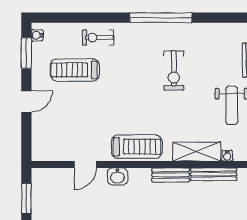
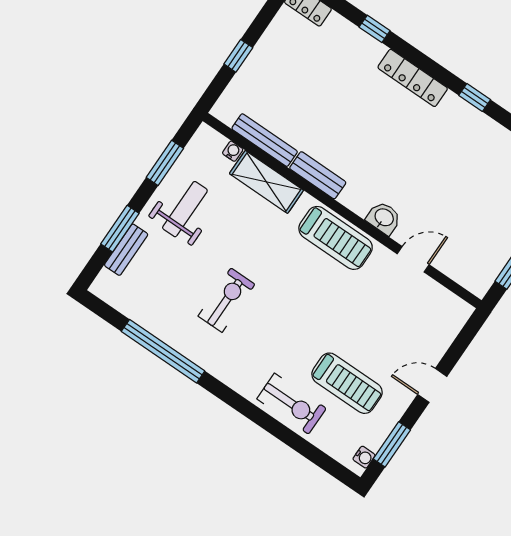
window: (161, 18) -> (163, 351), moved
exercise bike: (98, 37) -> (292, 404), width x1.38, depth x1.39
treadmill: (137, 147) -> (336, 238), turned 180

